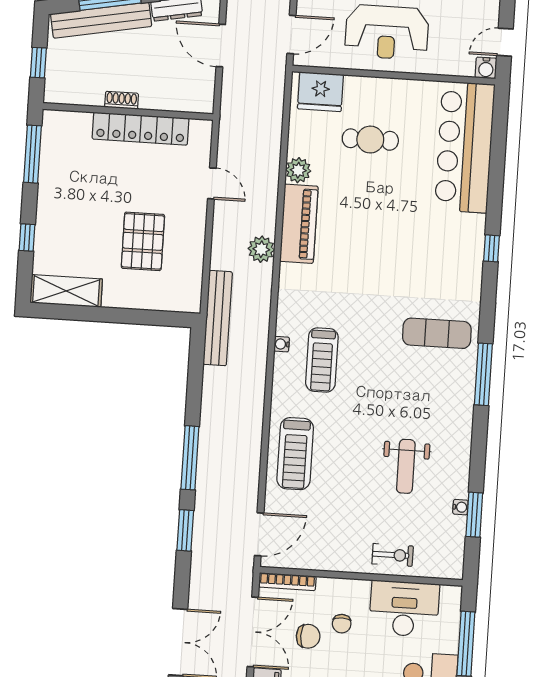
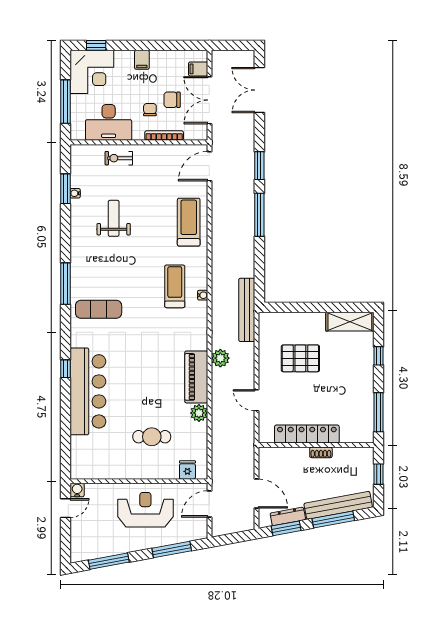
fridge: (320, 92) -> (187, 470), width x0.53, depth x0.75
bar counter: (465, 147) -> (88, 391), moved
pallet: (143, 241) -> (300, 358), turned 90
bookcase: (287, 582) -> (164, 136), moved

